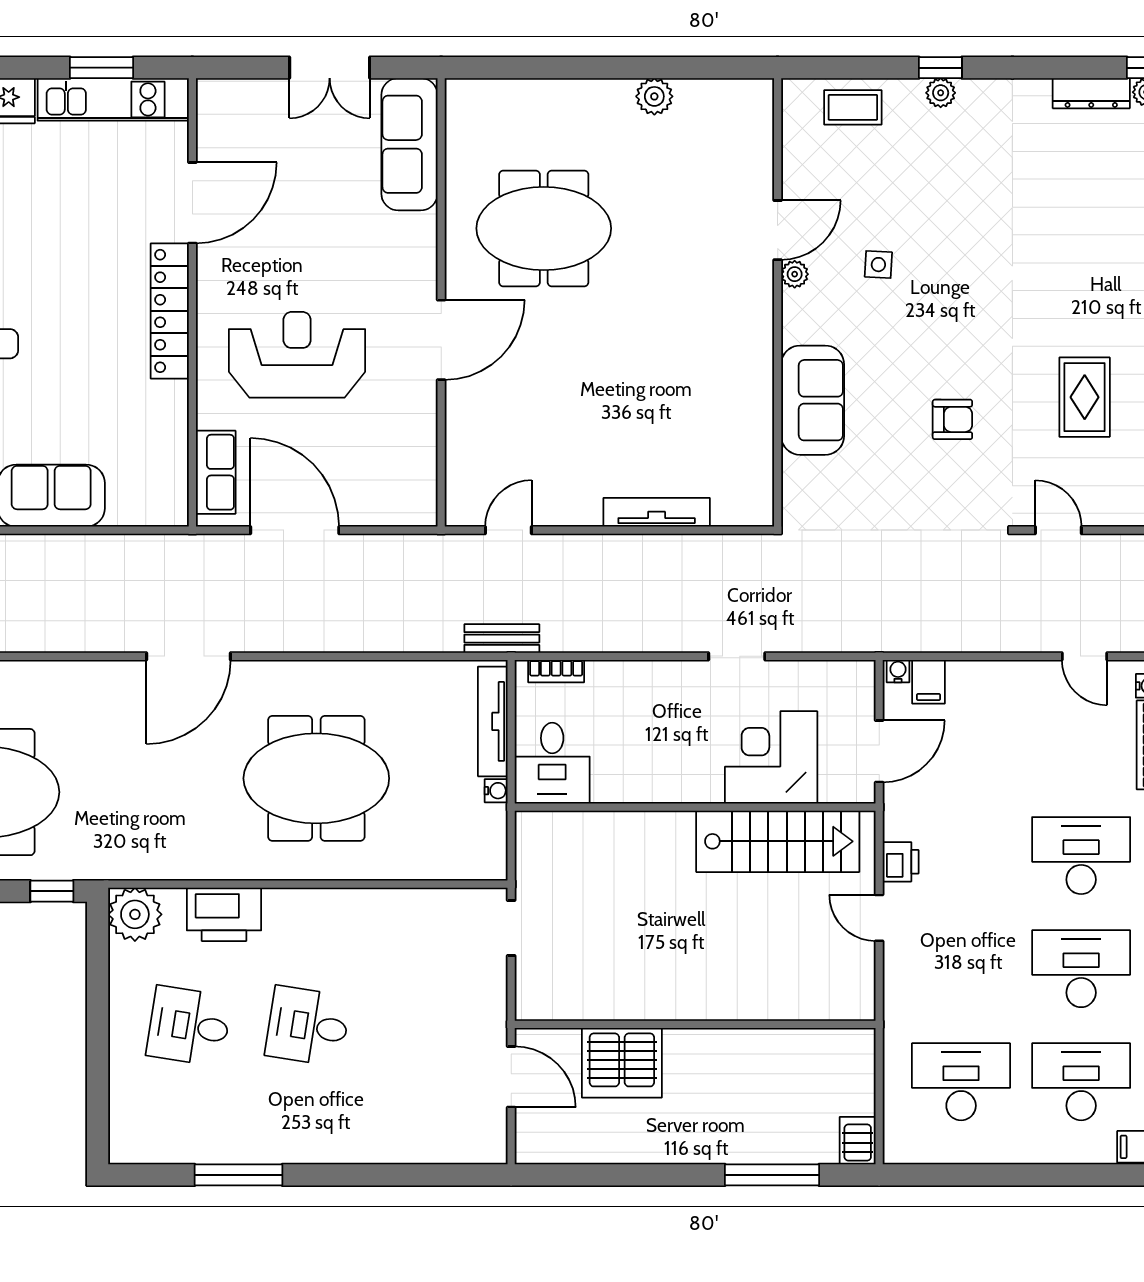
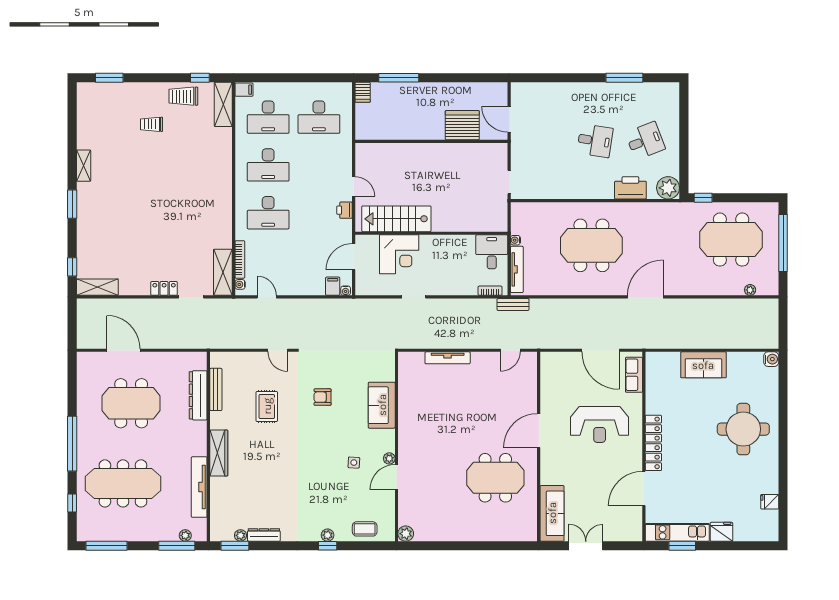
plant: (654, 96) -> (406, 534), moved
desk: (189, 1026) -> (645, 141), turned -30

